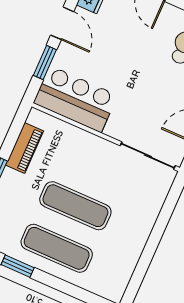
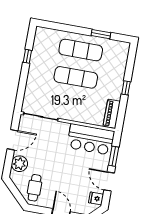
piano: (25, 148) -> (112, 114), moved
window: (146, 259) -> (27, 56), added

